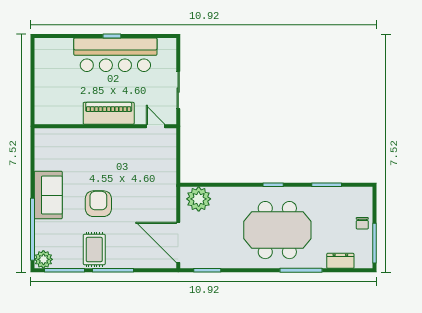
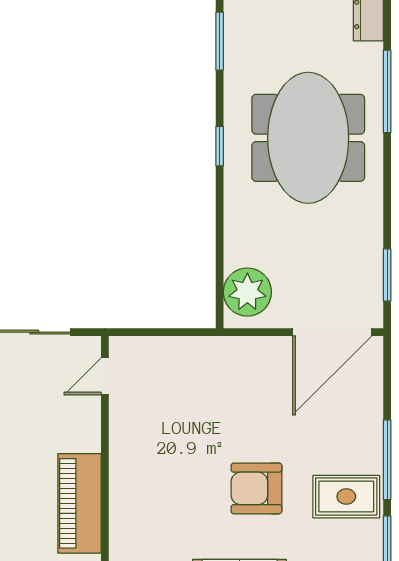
piano: (109, 113) -> (79, 503), moved

